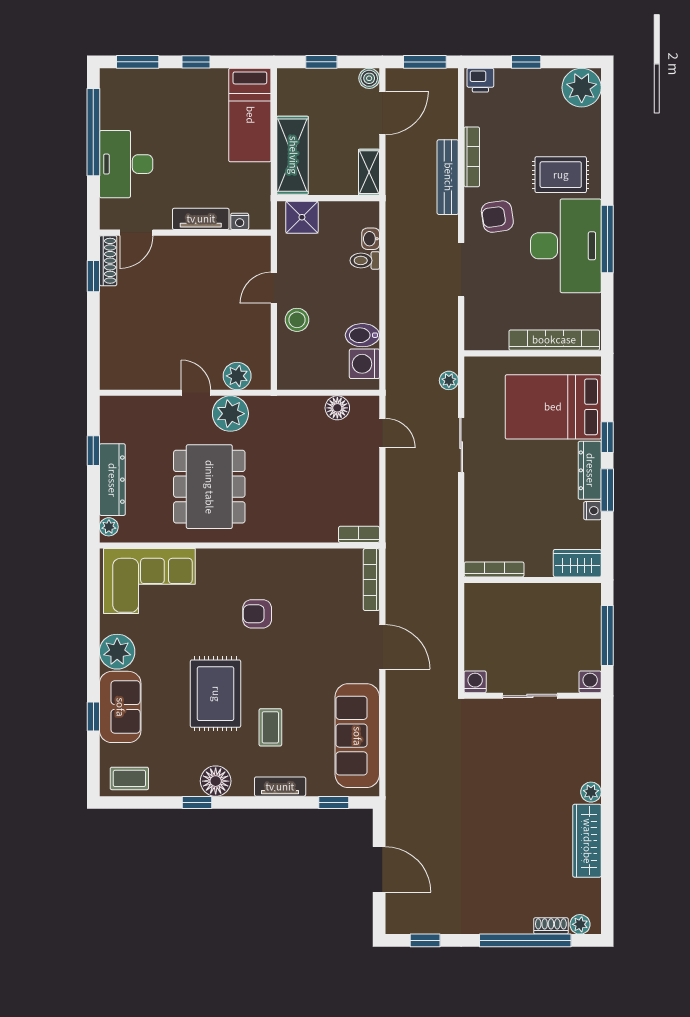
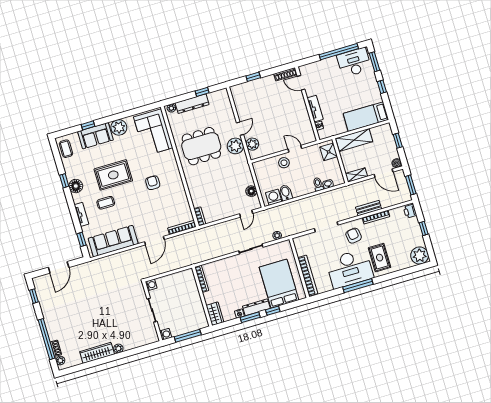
desk: (126, 164) -> (354, 62), moved
bench: (448, 177) -> (369, 208), width x0.73
window: (93, 276) -> (253, 77), moved

